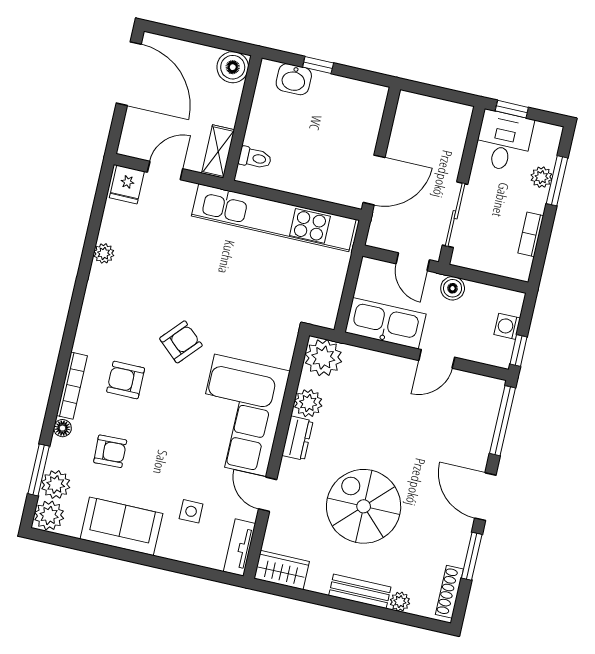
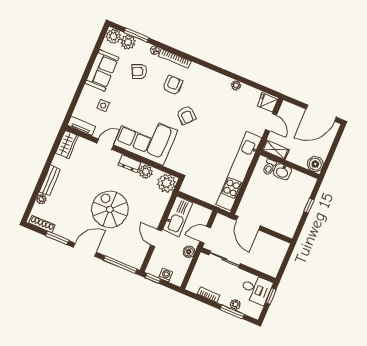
washbasin: (294, 79) -> (282, 172), moved, turned -90
armchair: (110, 451) -> (139, 71), turned 68
spiral stairs: (364, 506) -> (110, 209), moved, turned -90

